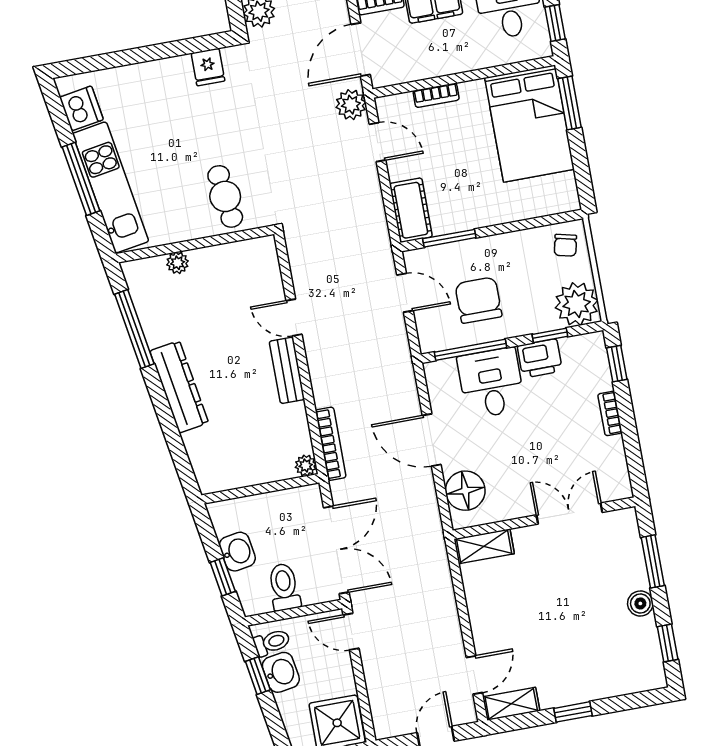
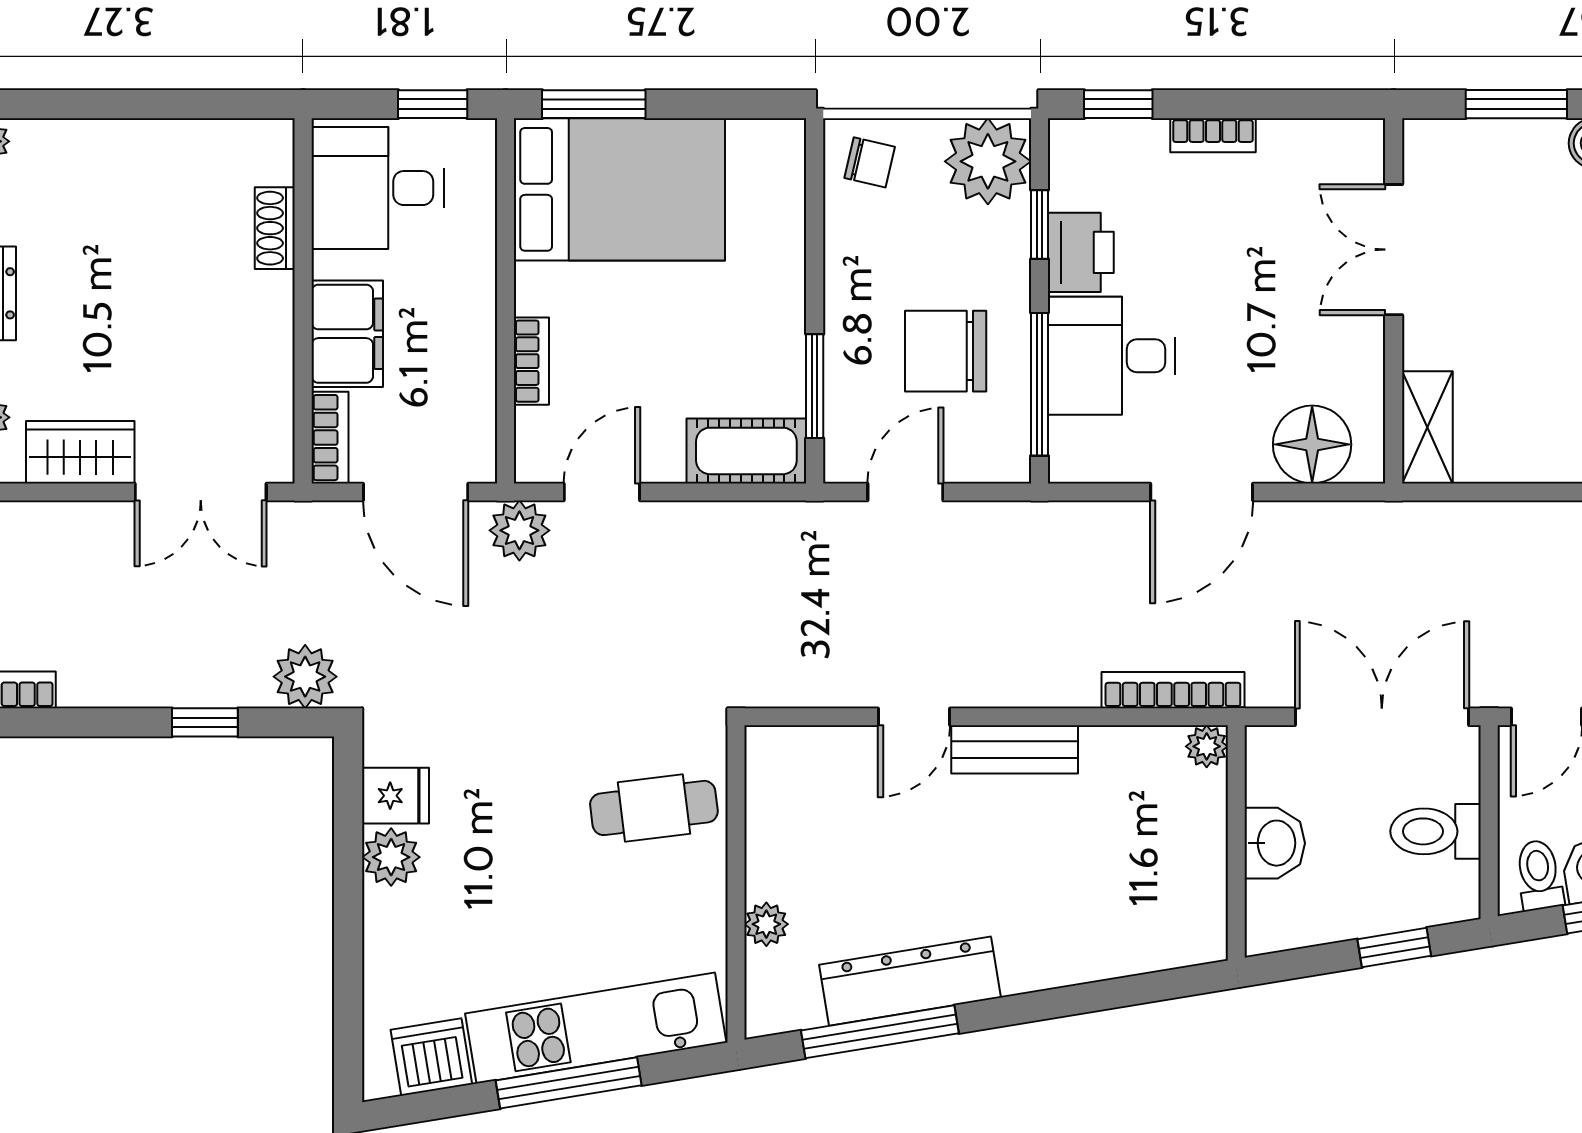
plant: (177, 70) -> (391, 857), added
dresser: (179, 387) -> (910, 981), moved
washbasin: (237, 552) -> (1275, 843), moved, turned 99

